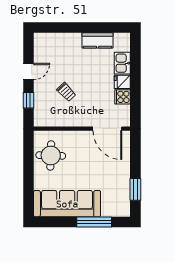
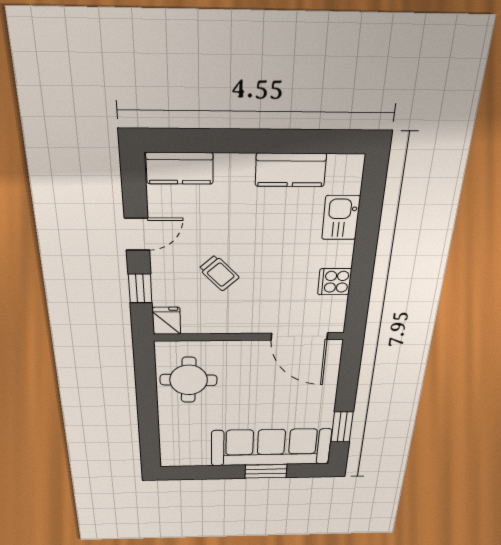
kitchen counter: (49, 40) -> (180, 168), added
fridge: (122, 82) -> (167, 321), moved, turned 90
sofa: (67, 204) -> (271, 447), moved
window: (94, 222) -> (266, 471), width x0.69

